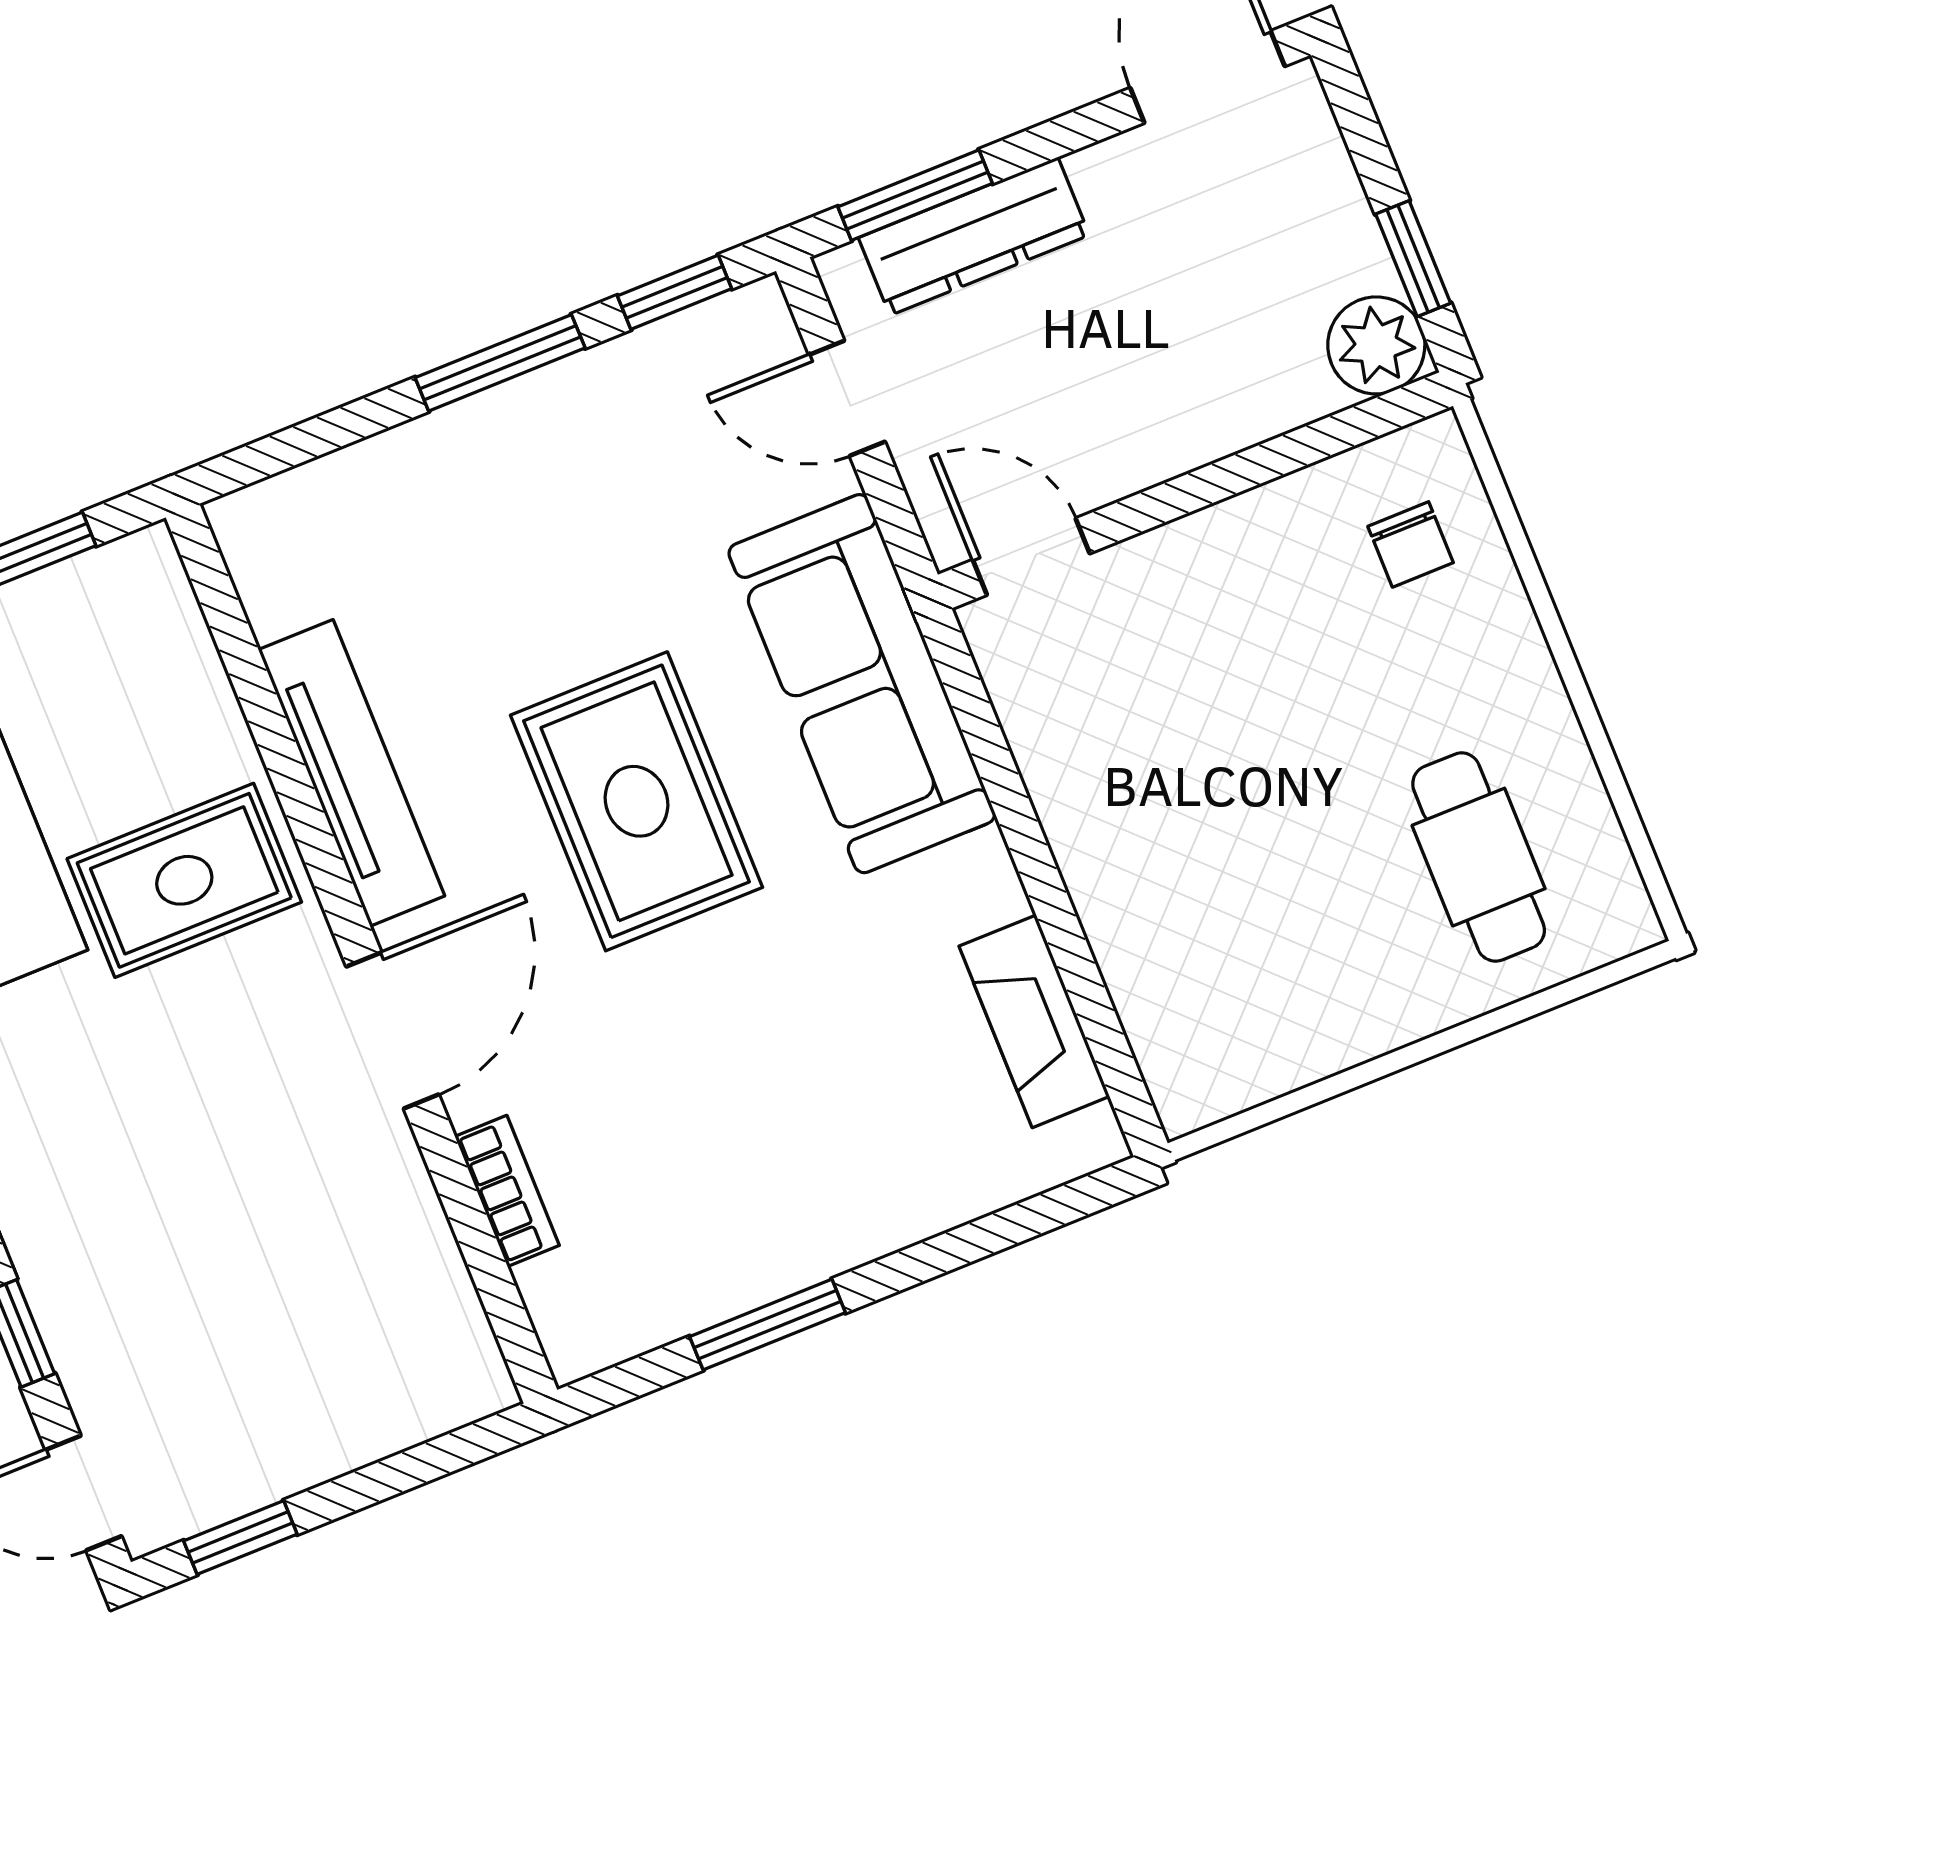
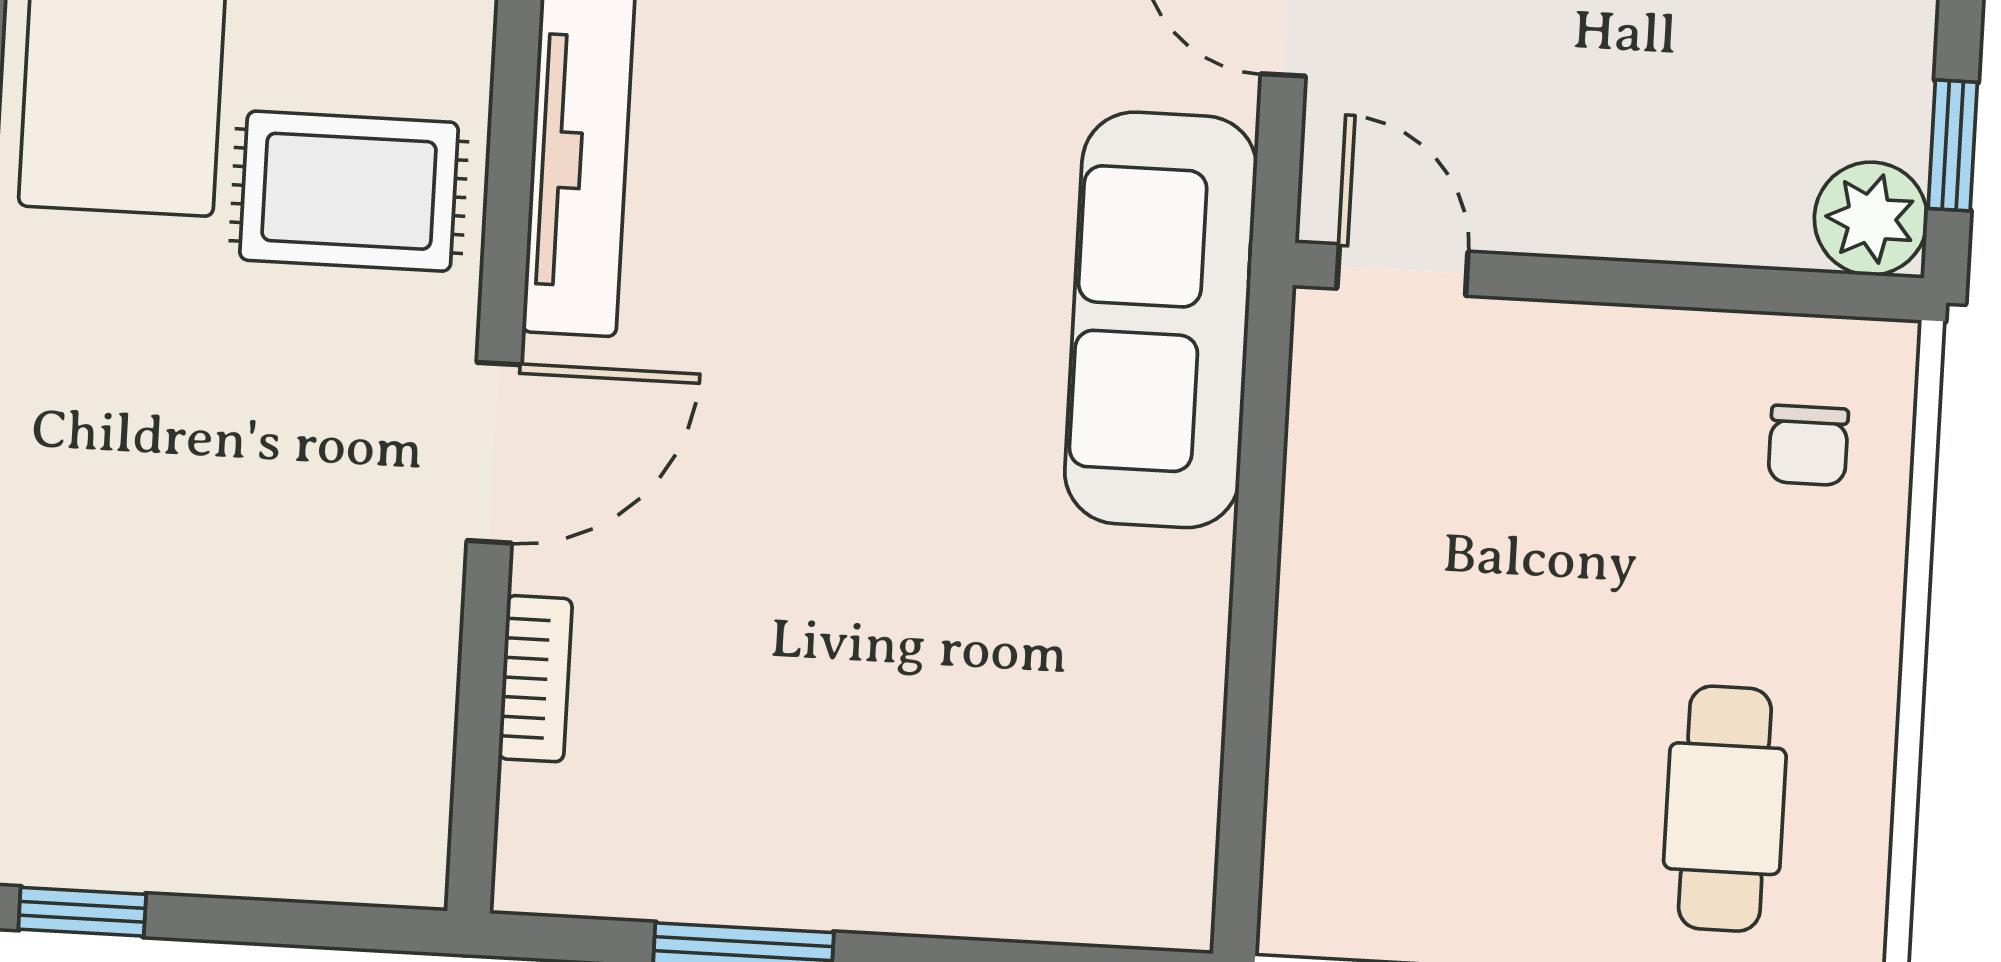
rug: (637, 801) -> (865, 332), removed
fireplace: (1034, 1021) -> (1175, 761), removed

